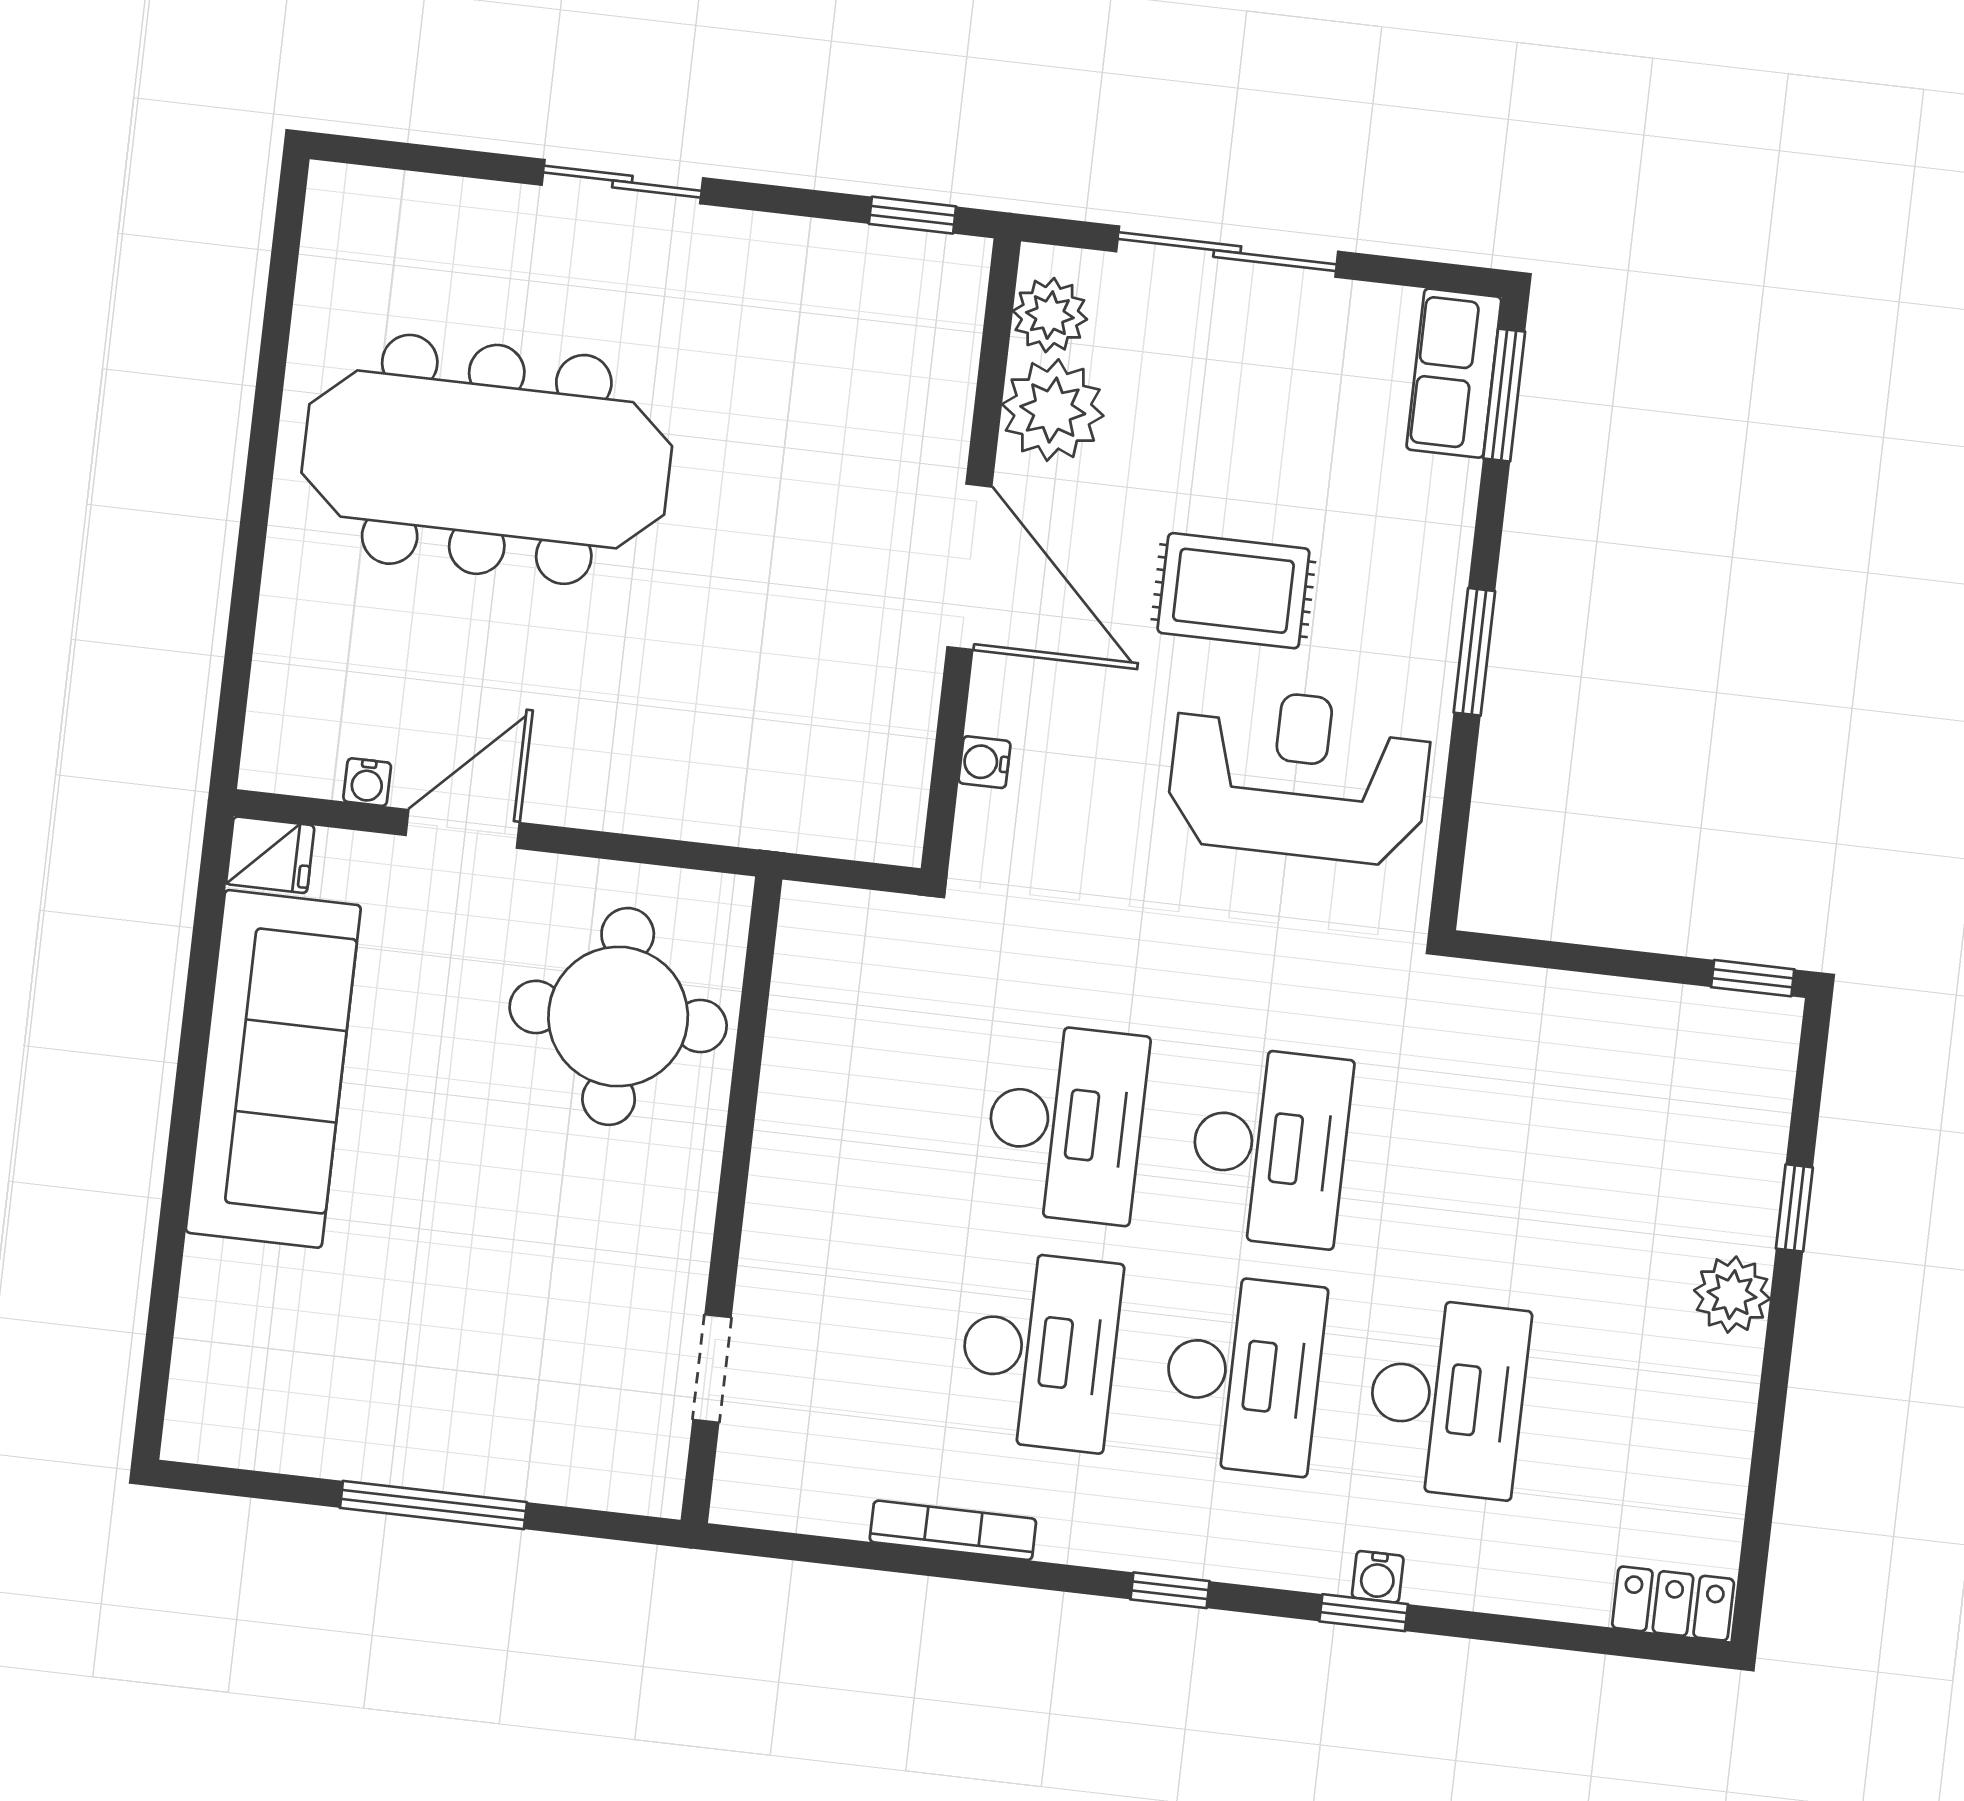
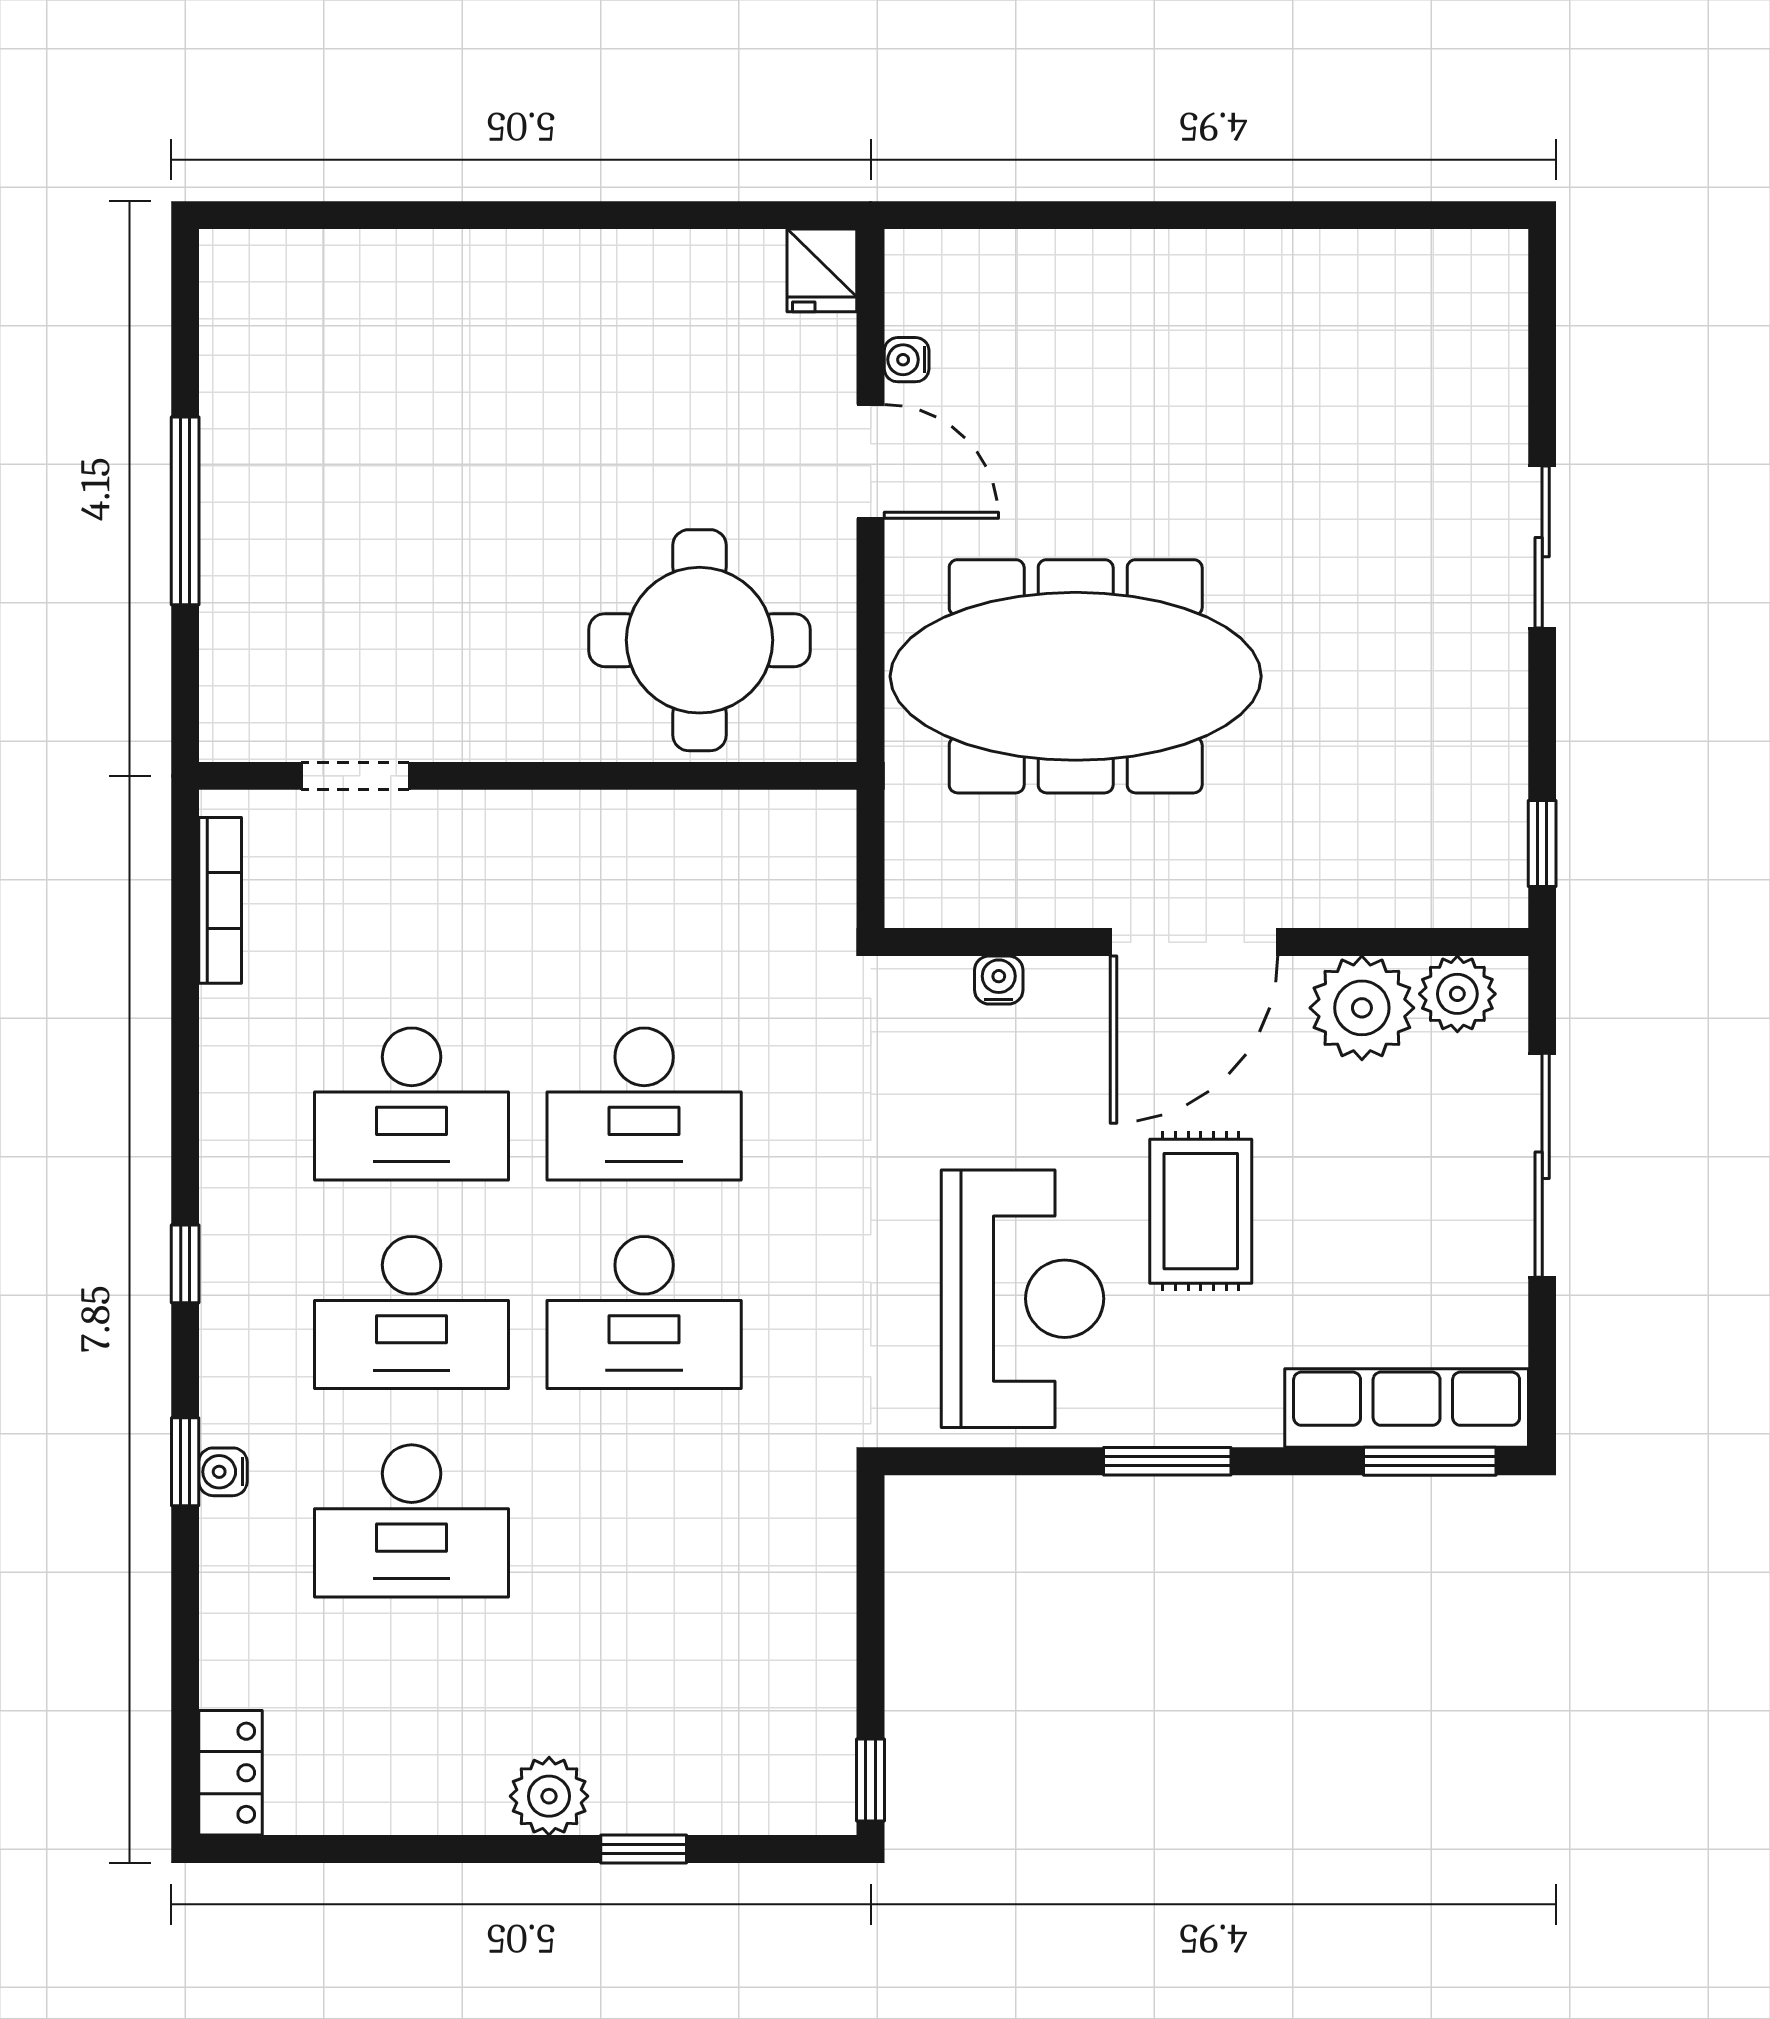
row of seats: (1454, 373) -> (1407, 1408), width x1.48
meeting table: (487, 459) -> (1076, 676), moved, turned 90
sofa: (273, 1069) -> (606, 299), removed
bookcase: (953, 1530) -> (220, 900), moved

